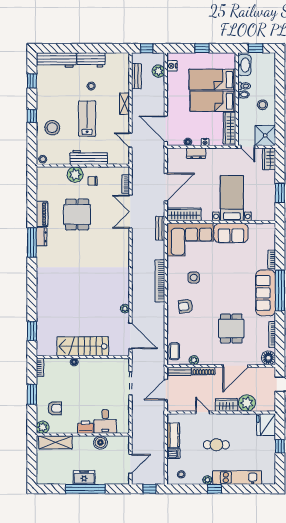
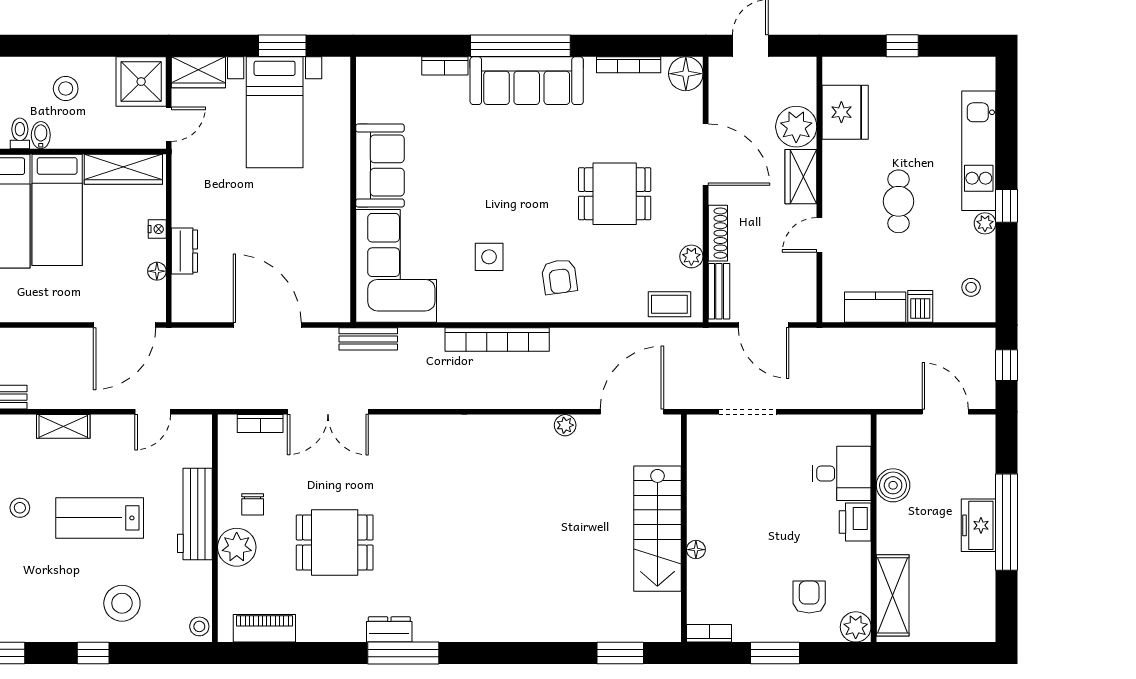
bed with nightstands: (232, 198) -> (275, 112), moved, turned -90
piano: (42, 214) -> (264, 628), moved
wardrobe: (184, 214) -> (334, 281), removed
dining table: (231, 329) -> (615, 194), moved
fridge: (266, 425) -> (845, 112), moved, turned -90

